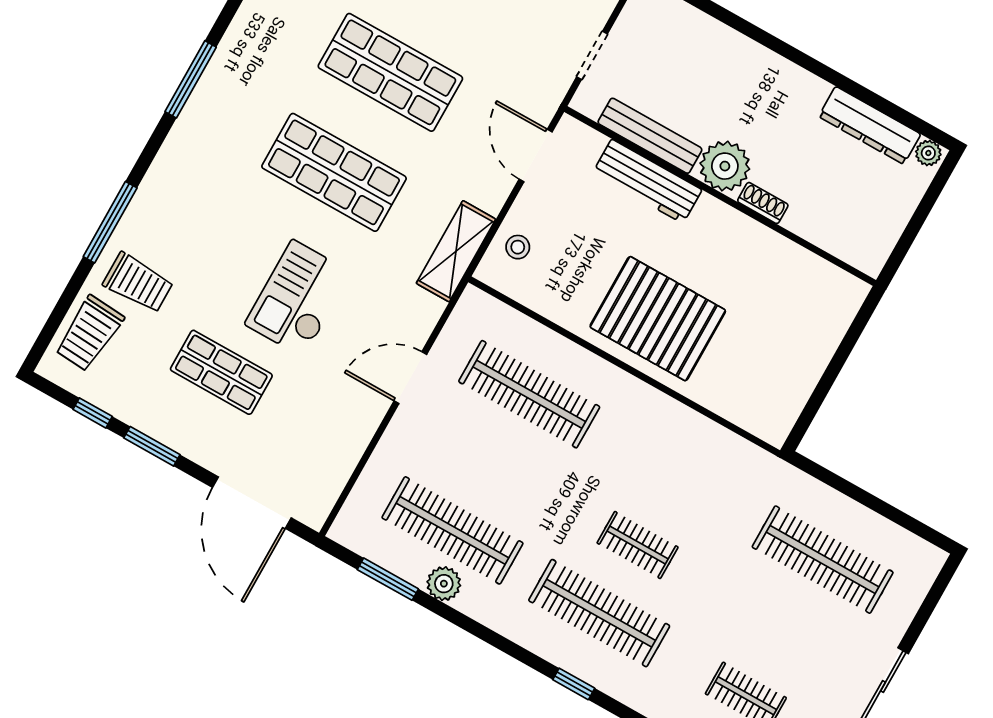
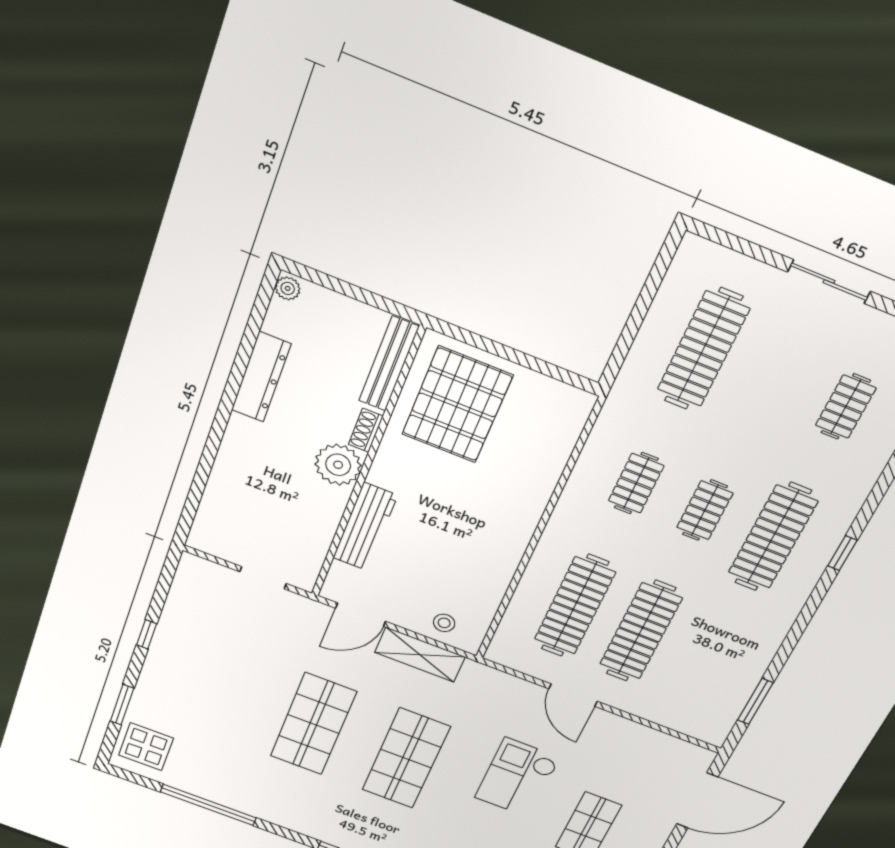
dresser: (870, 125) -> (261, 377), moved
bench: (650, 136) -> (389, 364), moved
shelving: (456, 251) -> (420, 655), moved
checkout: (298, 298) -> (517, 778), turned 90
pallet: (658, 319) -> (457, 405), moved
clothes rail: (676, 477) -> (636, 483), added
clothes rail: (452, 530) -> (641, 631), moved
plant: (444, 584) -> (756, 660), removed

